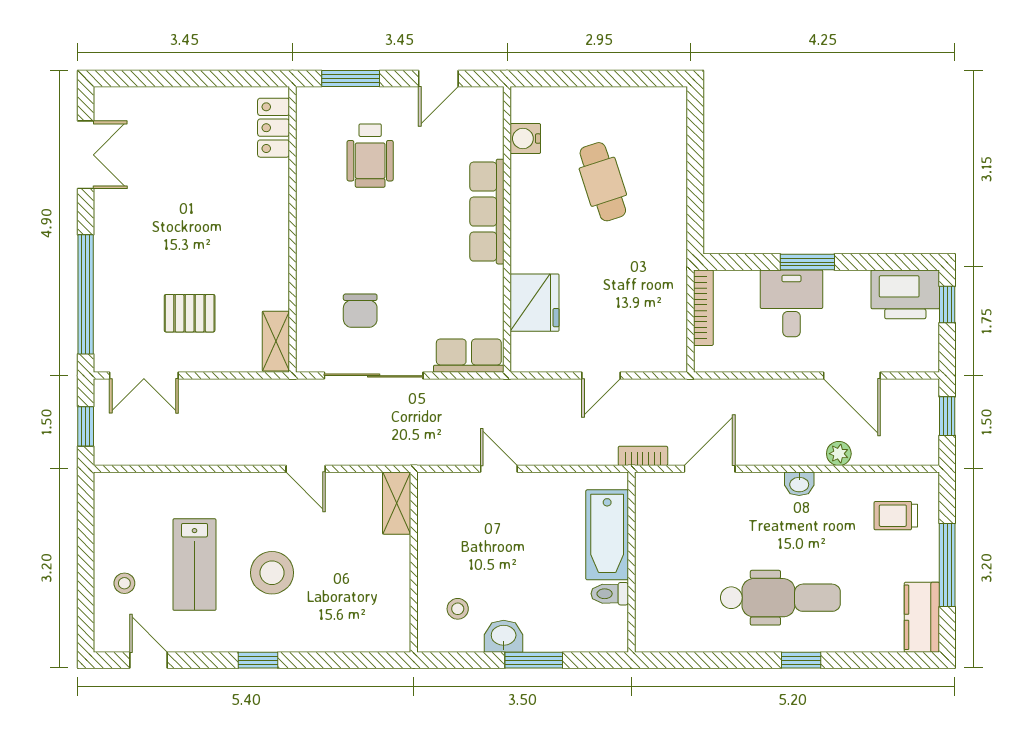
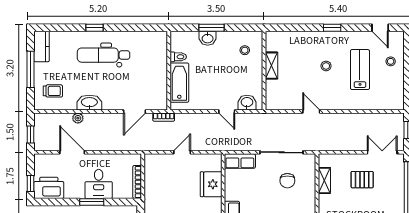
chair: (360, 311) -> (287, 181), turned 180
shelving: (276, 341) -> (324, 180), moved
washbasin: (799, 484) -> (89, 103), width x1.91, depth x1.45
washbasin: (453, 489) -> (247, 103), added
shelving: (397, 503) -> (271, 66), moved
stool: (272, 573) -> (326, 66), width x0.53, depth x0.53
washbasin: (504, 636) -> (208, 38), moved

